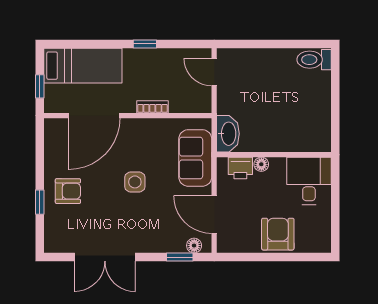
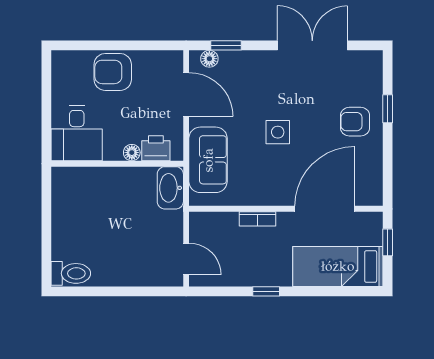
armchair: (278, 234) -> (113, 72), turned 90

